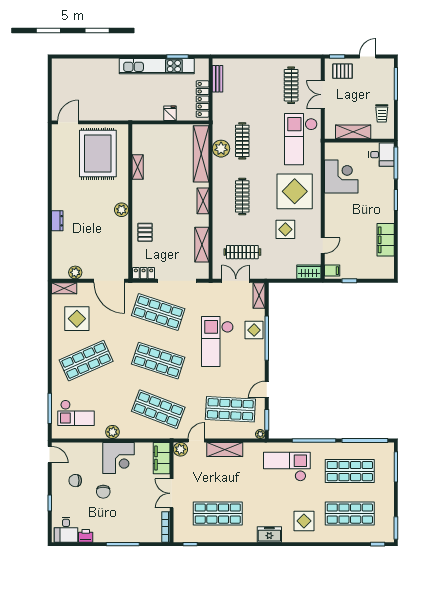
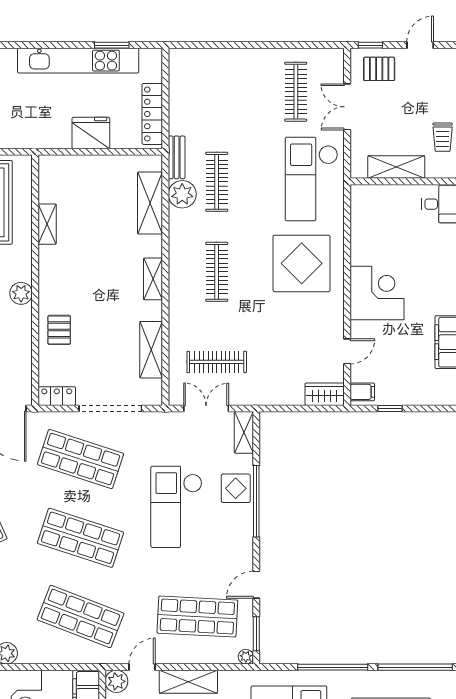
bench: (218, 79) -> (177, 157), moved
fridge: (170, 113) -> (91, 133), width x1.88, depth x1.34
shelving: (201, 154) -> (150, 203), width x0.68
corner desk: (341, 176) -> (377, 293), moved
display table: (285, 229) -> (287, 325), removed

